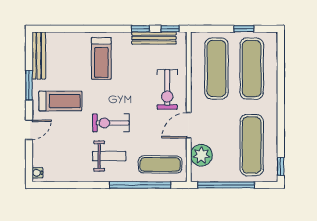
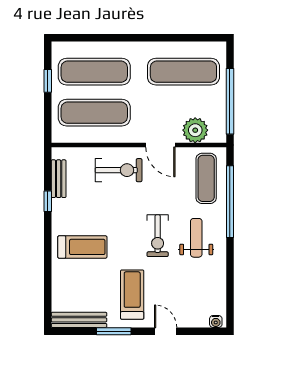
window: (170, 29) -> (48, 167), removed
bench: (154, 38) -> (59, 179), width x0.73
window: (281, 166) -> (208, 38), removed

